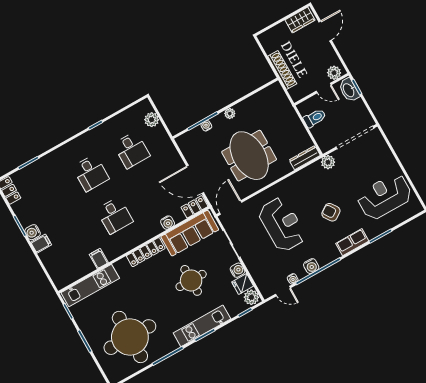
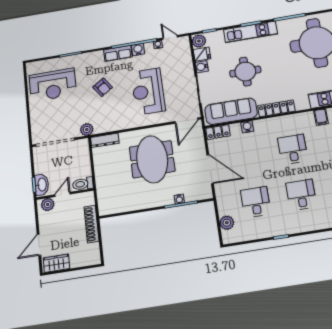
door: (324, 88) -> (62, 194), hinge flipped
plant: (230, 114) -> (154, 202), removed
toilet: (315, 118) -> (83, 184), moved
door: (195, 179) -> (210, 169), moved
row of seats: (352, 242) -> (118, 53), moved

